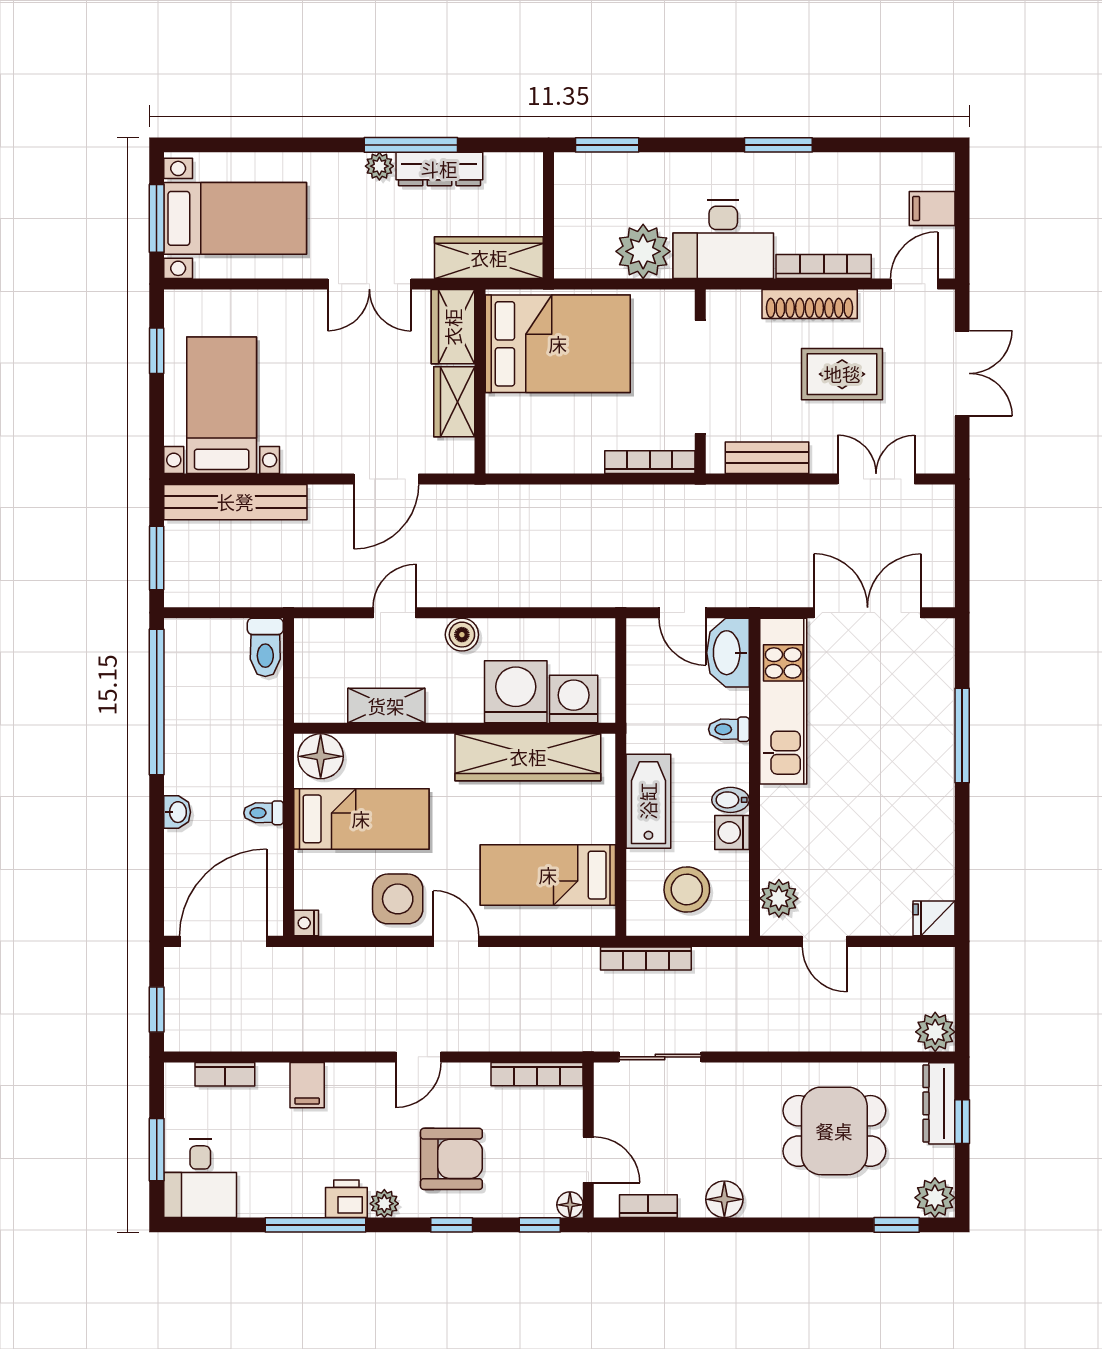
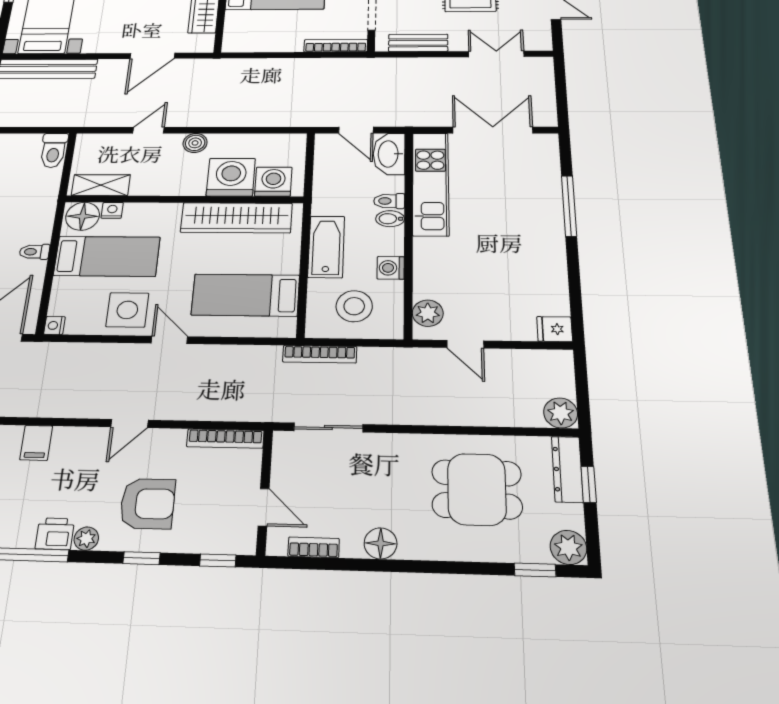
shelving: (386, 706) -> (101, 185), moved
nightstand: (360, 747) -> (112, 210), added
bidet: (730, 800) -> (390, 219), moved
floor lamp: (570, 1205) -> (245, 544), removed

